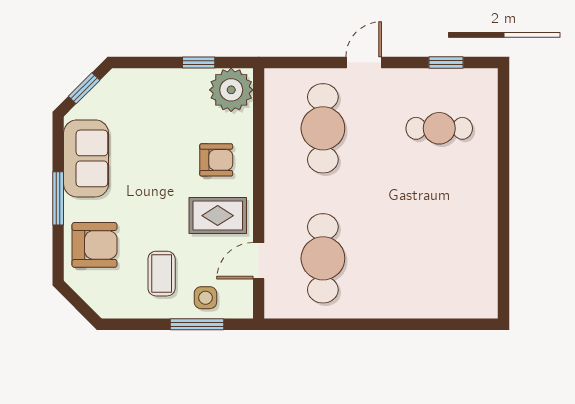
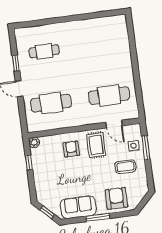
window: (446, 62) -> (16, 63), moved
plant: (231, 90) -> (34, 142), width x0.53, depth x0.53
cafe table: (439, 128) -> (44, 51), turned 90

